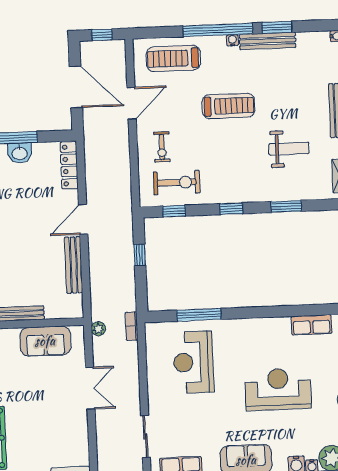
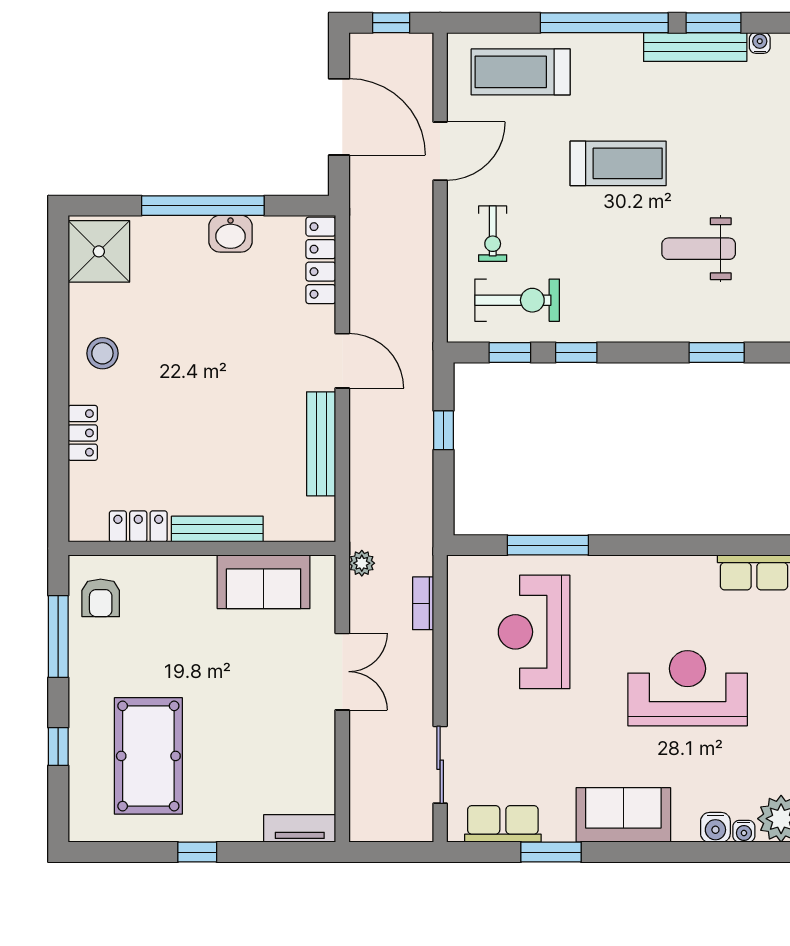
water cooler: (232, 40) -> (760, 43), moved
weight bench: (289, 149) -> (699, 249), moved, turned 180
window: (231, 209) -> (576, 352), moved
door: (83, 219) -> (342, 361), swing flipped
bookcase: (132, 326) -> (423, 603), moved

